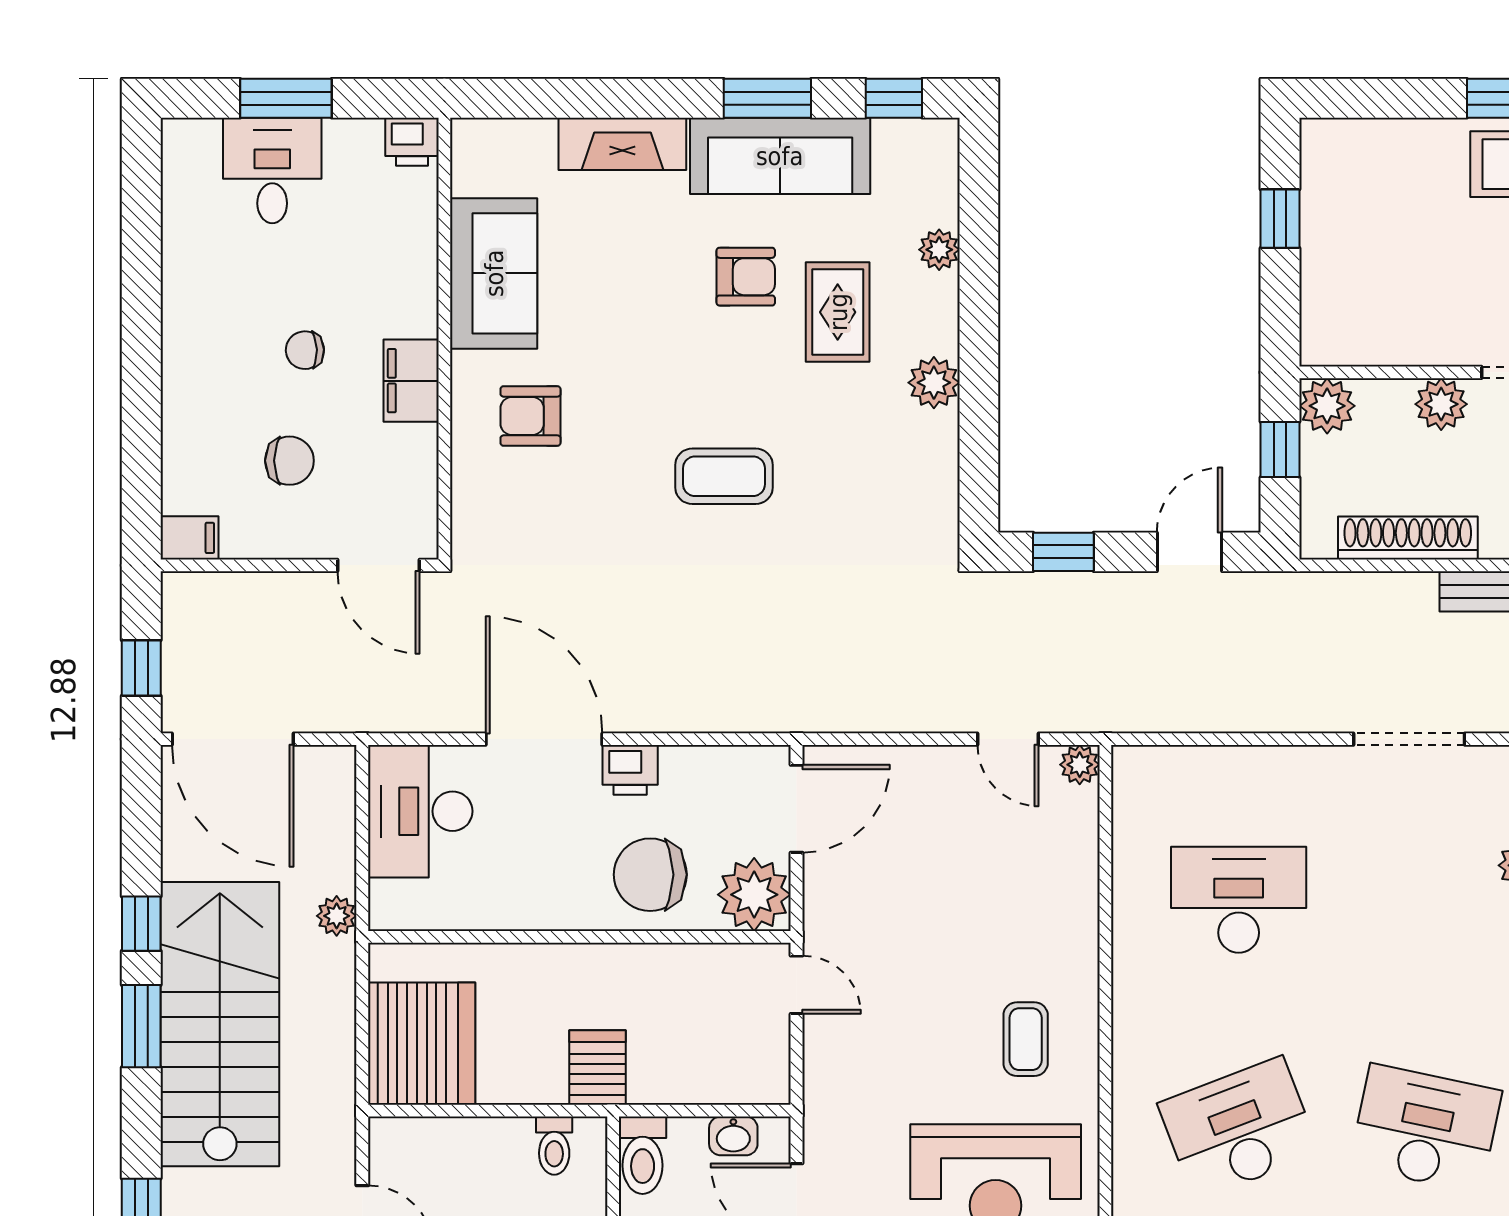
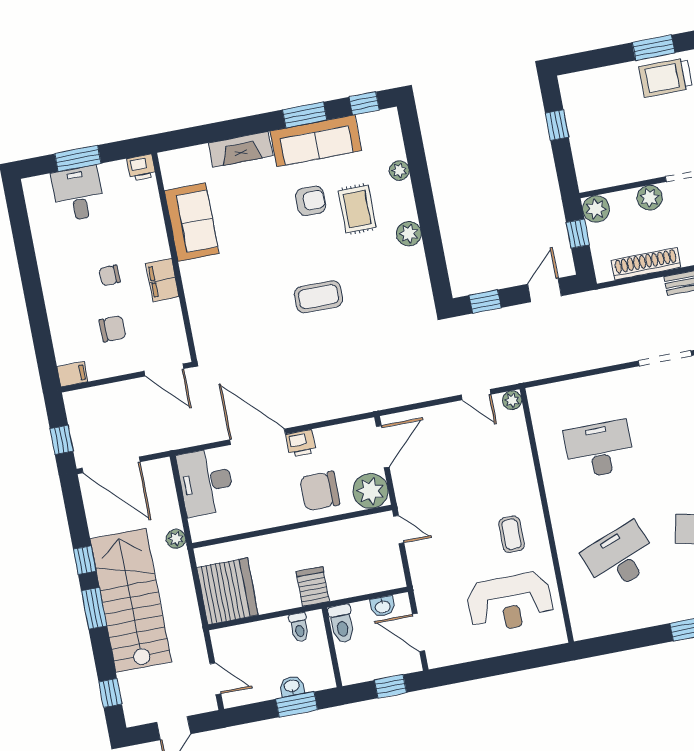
armchair: (530, 416) -> (222, 286), removed

